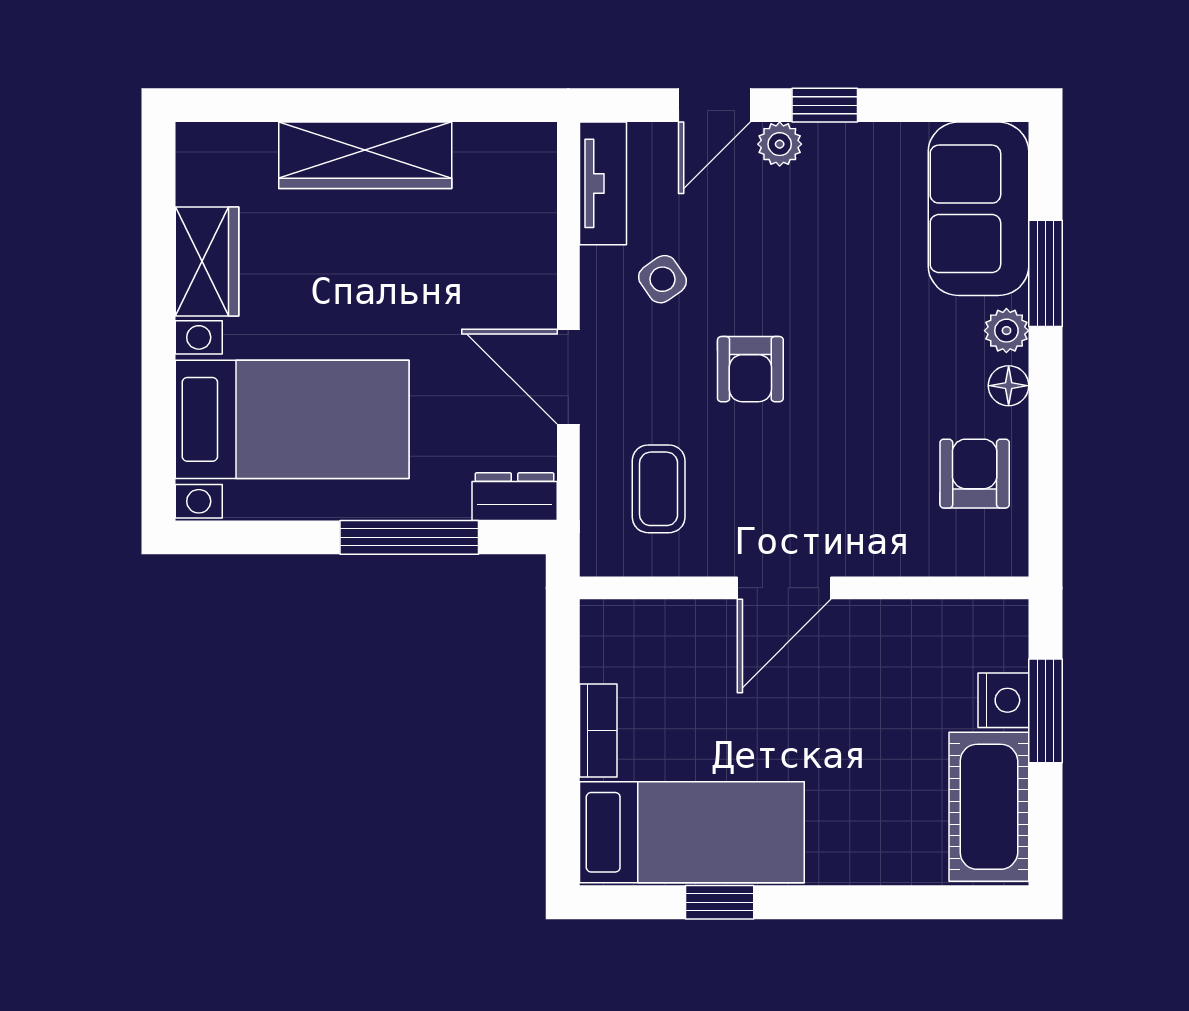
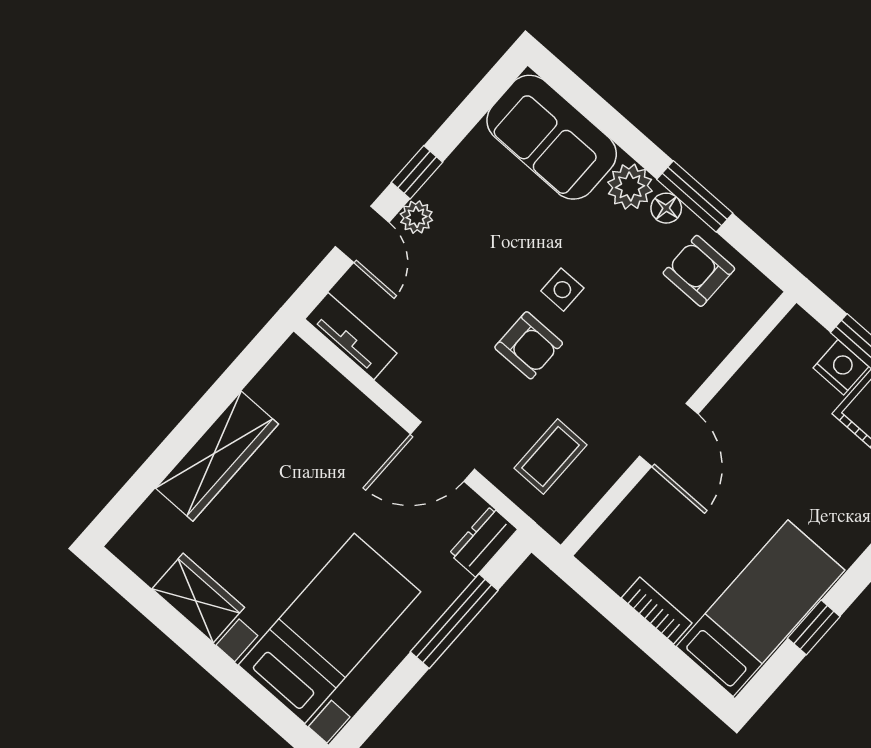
window: (1045, 273) -> (695, 196), moved
side table: (662, 279) -> (562, 290), moved, turned 35
plant: (1006, 331) -> (630, 187), width x1.38, depth x1.38
coffee table: (659, 489) -> (551, 457), turned 90

